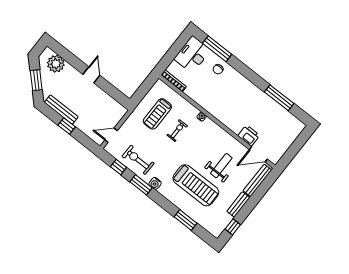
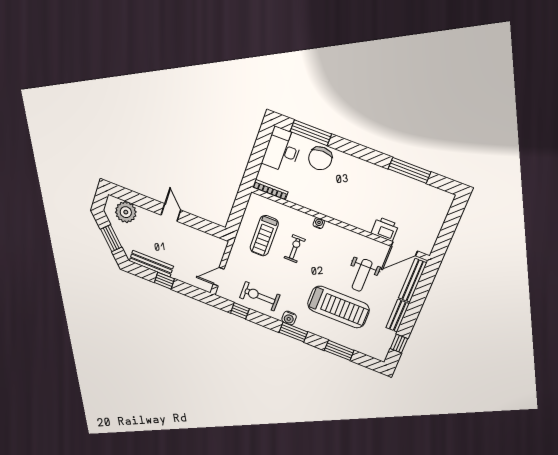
chair: (218, 69) -> (320, 158), width x1.87, depth x1.87
weight bench: (221, 166) -> (362, 275), turned 180
window: (141, 185) -> (293, 332), moved

